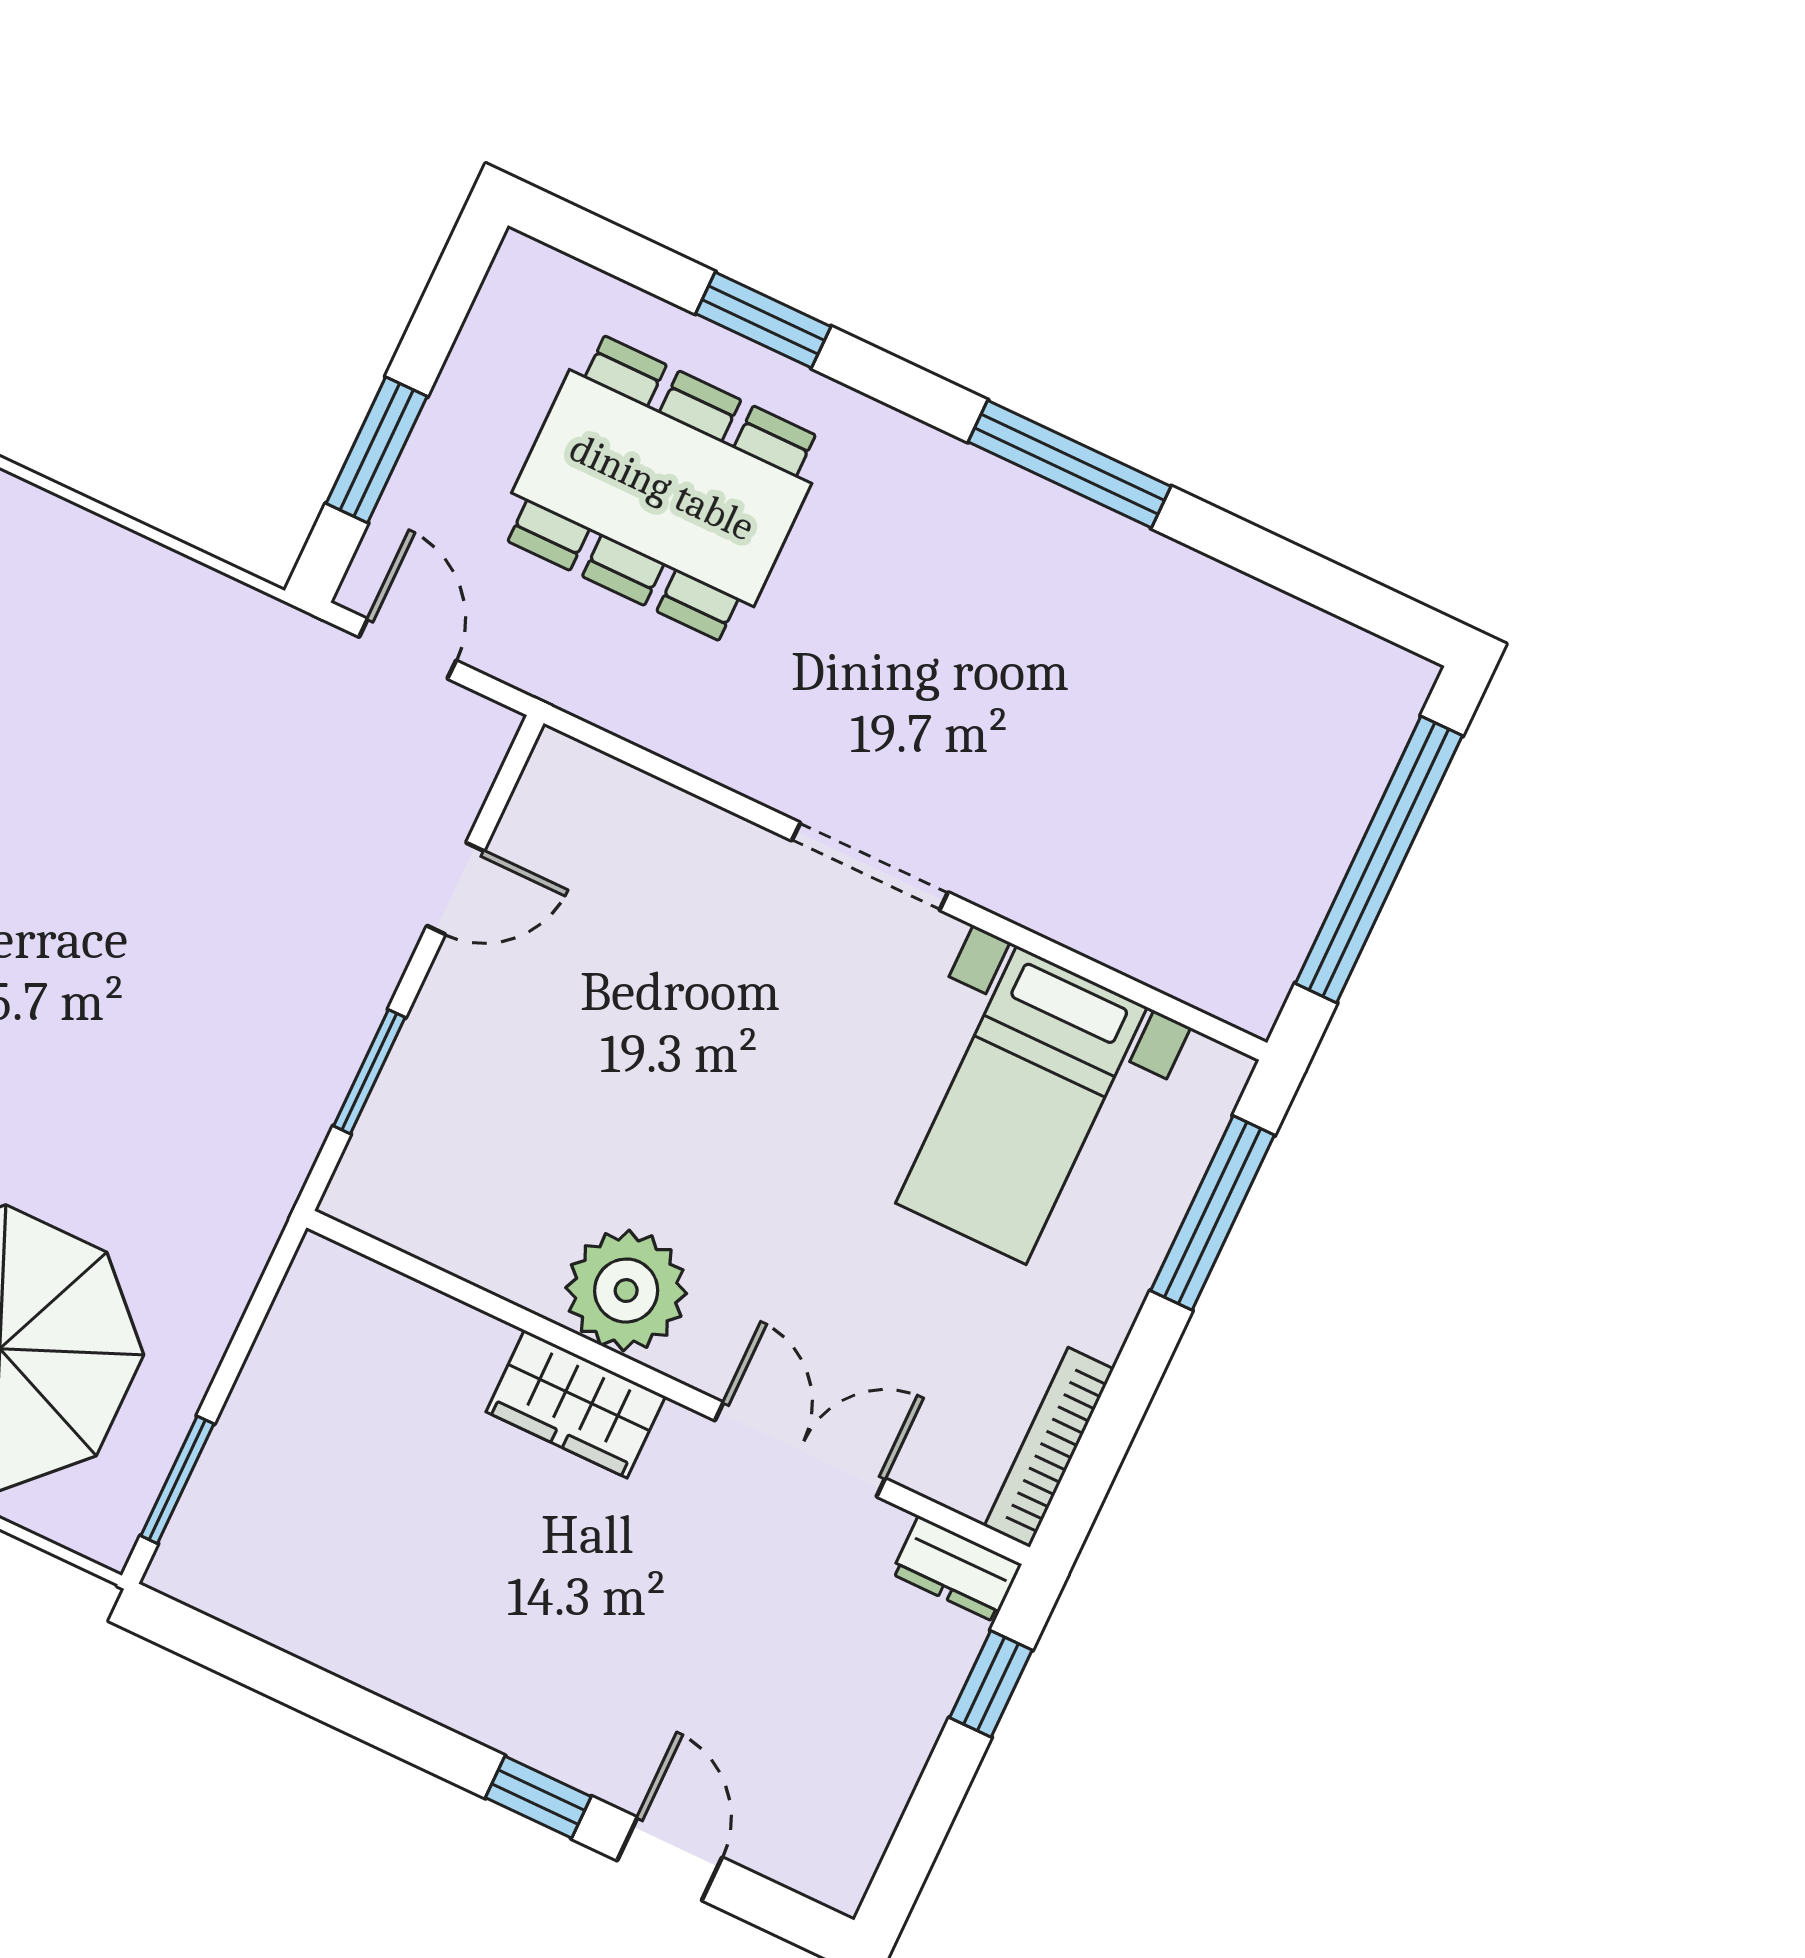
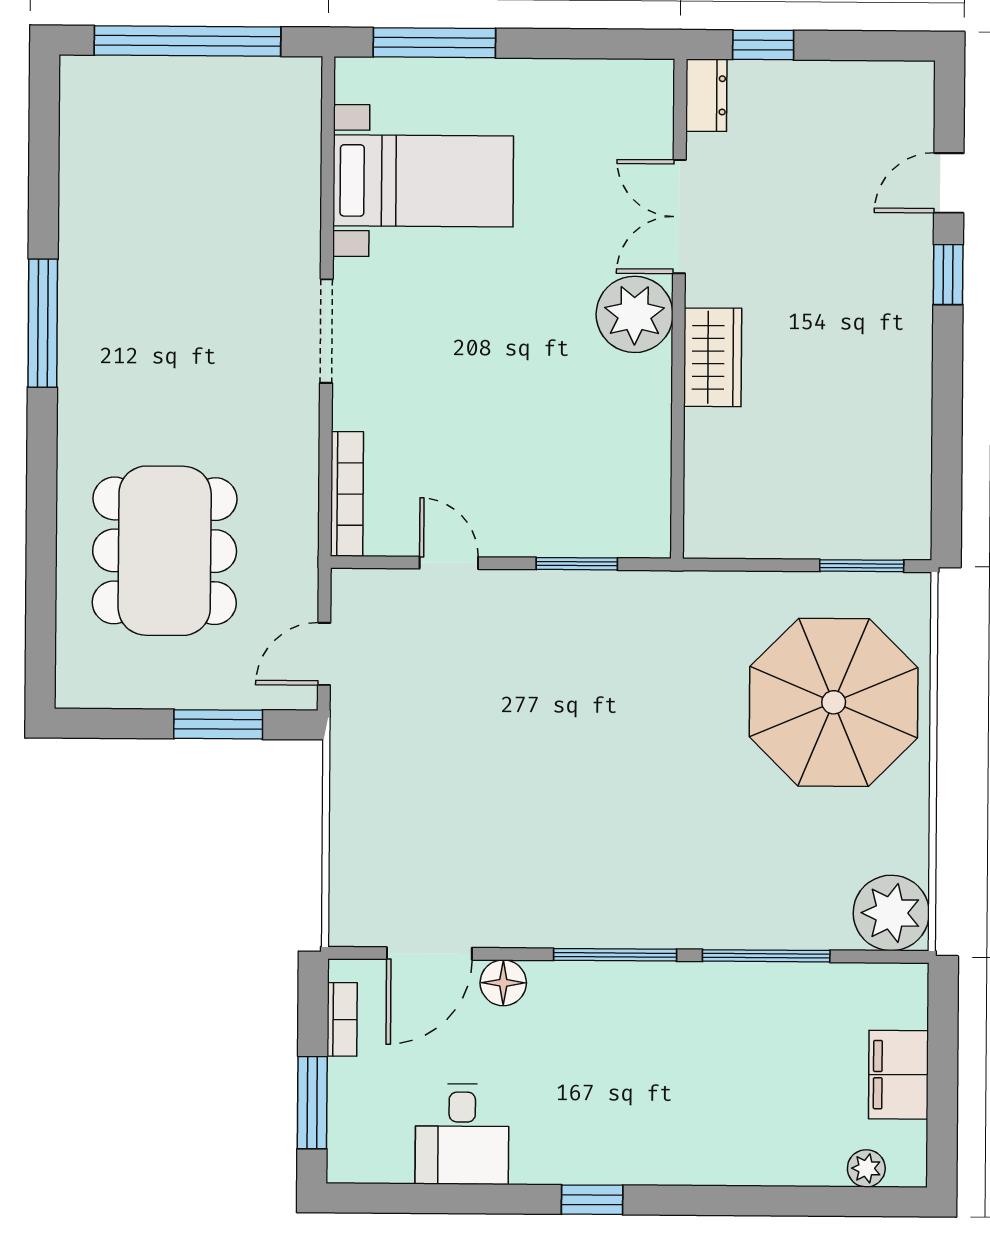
window: (763, 320) -> (41, 537), removed
plant: (626, 1291) -> (635, 314), moved
bookcase: (1049, 1447) -> (347, 494), moved, turned -90

